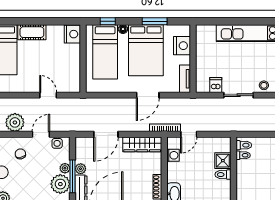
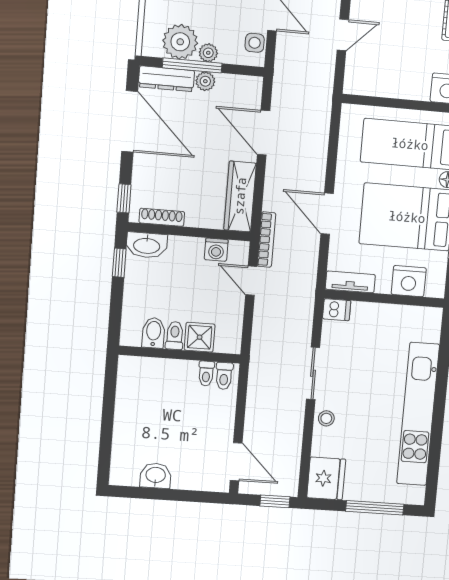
dishwasher: (216, 85) -> (337, 310), moved
bidet: (222, 186) -> (154, 333), added

